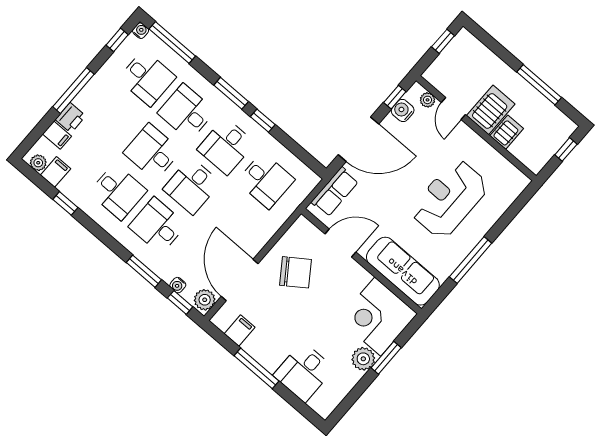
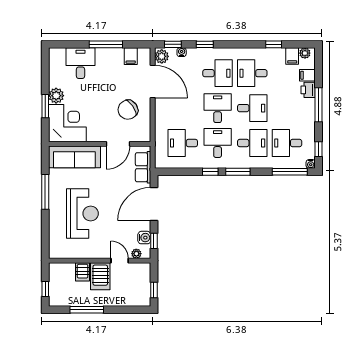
window: (144, 271) -> (205, 44), width x0.67

